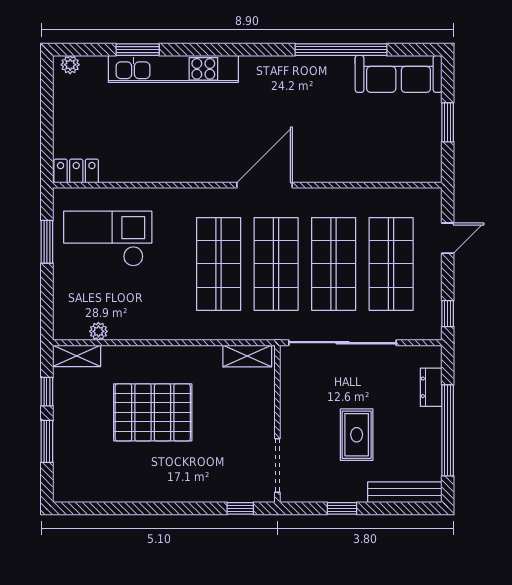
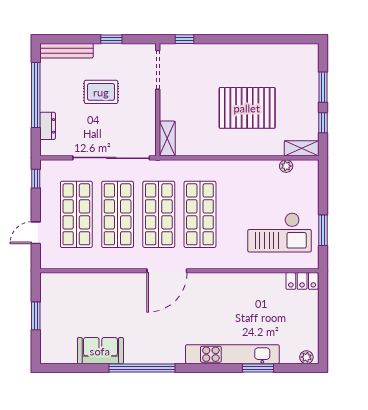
window: (341, 50) -> (142, 368), moved
sofa: (399, 74) -> (100, 351), moved, width x0.73
shelving: (247, 356) -> (167, 138), moved, turned 90
rug: (357, 435) -> (101, 92), turned 90

